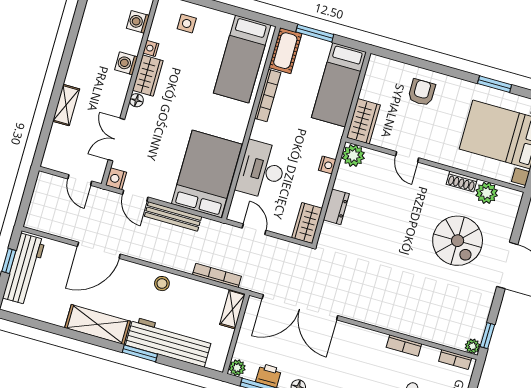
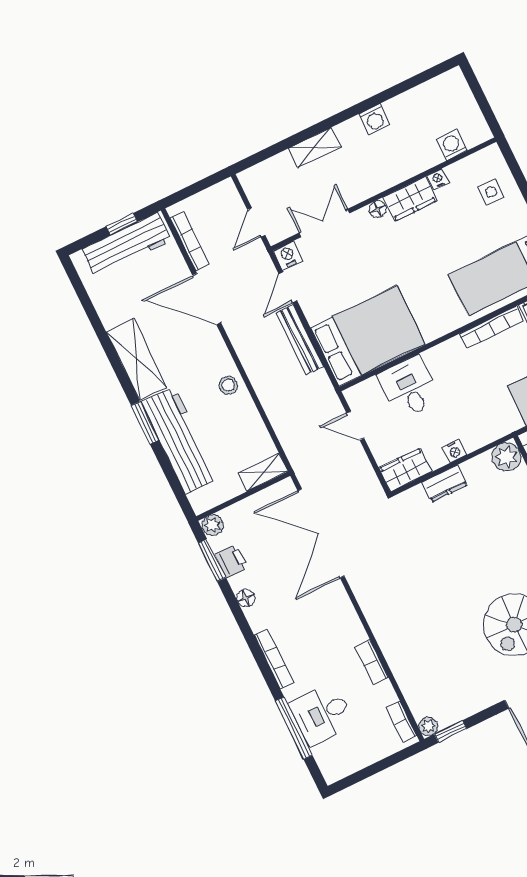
washing machine: (126, 63) -> (374, 119), moved, turned 180
nightstand: (327, 165) -> (455, 451), moved
desk: (262, 170) -> (409, 387), width x0.73
door: (254, 229) -> (355, 426), swing flipped
bookcase: (217, 275) -> (190, 241), moved

